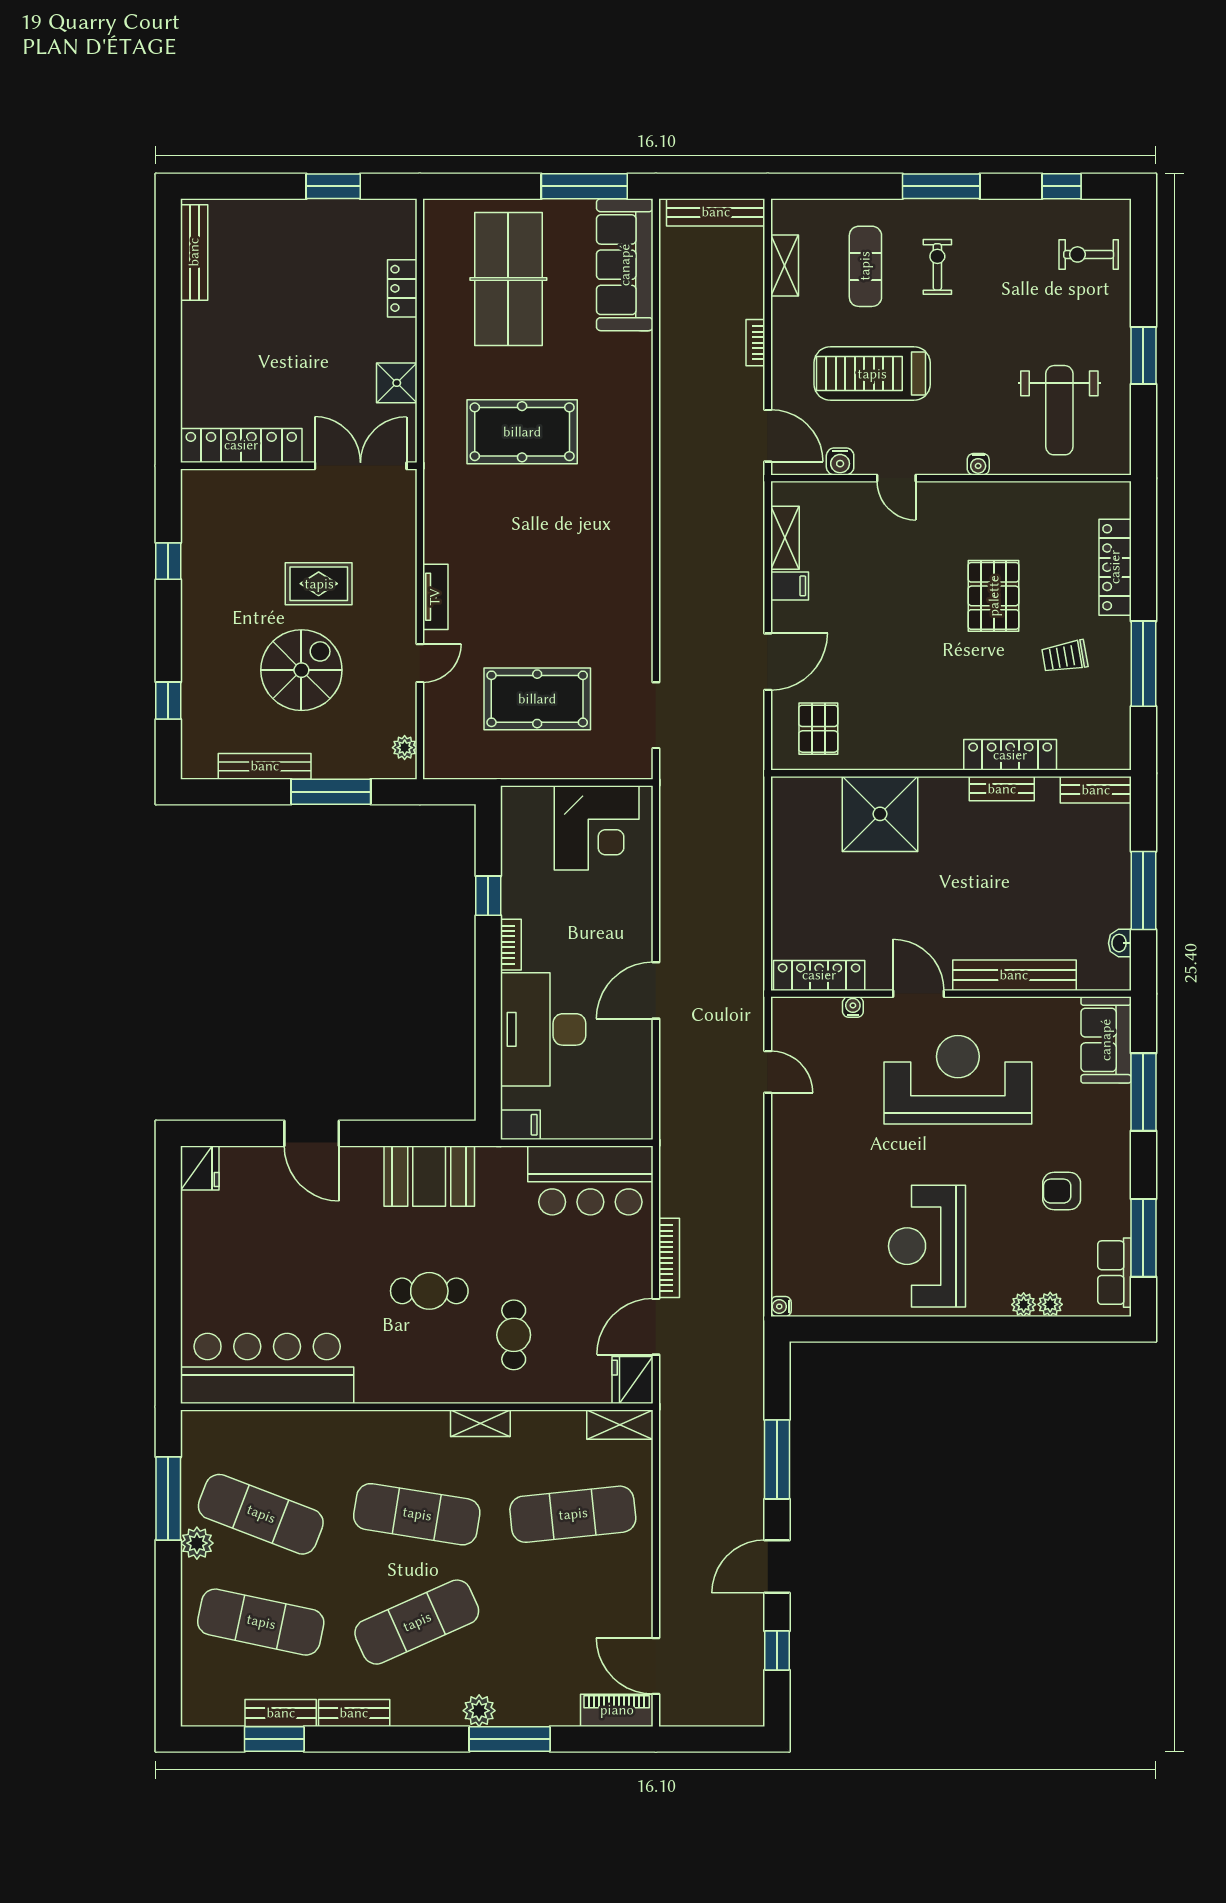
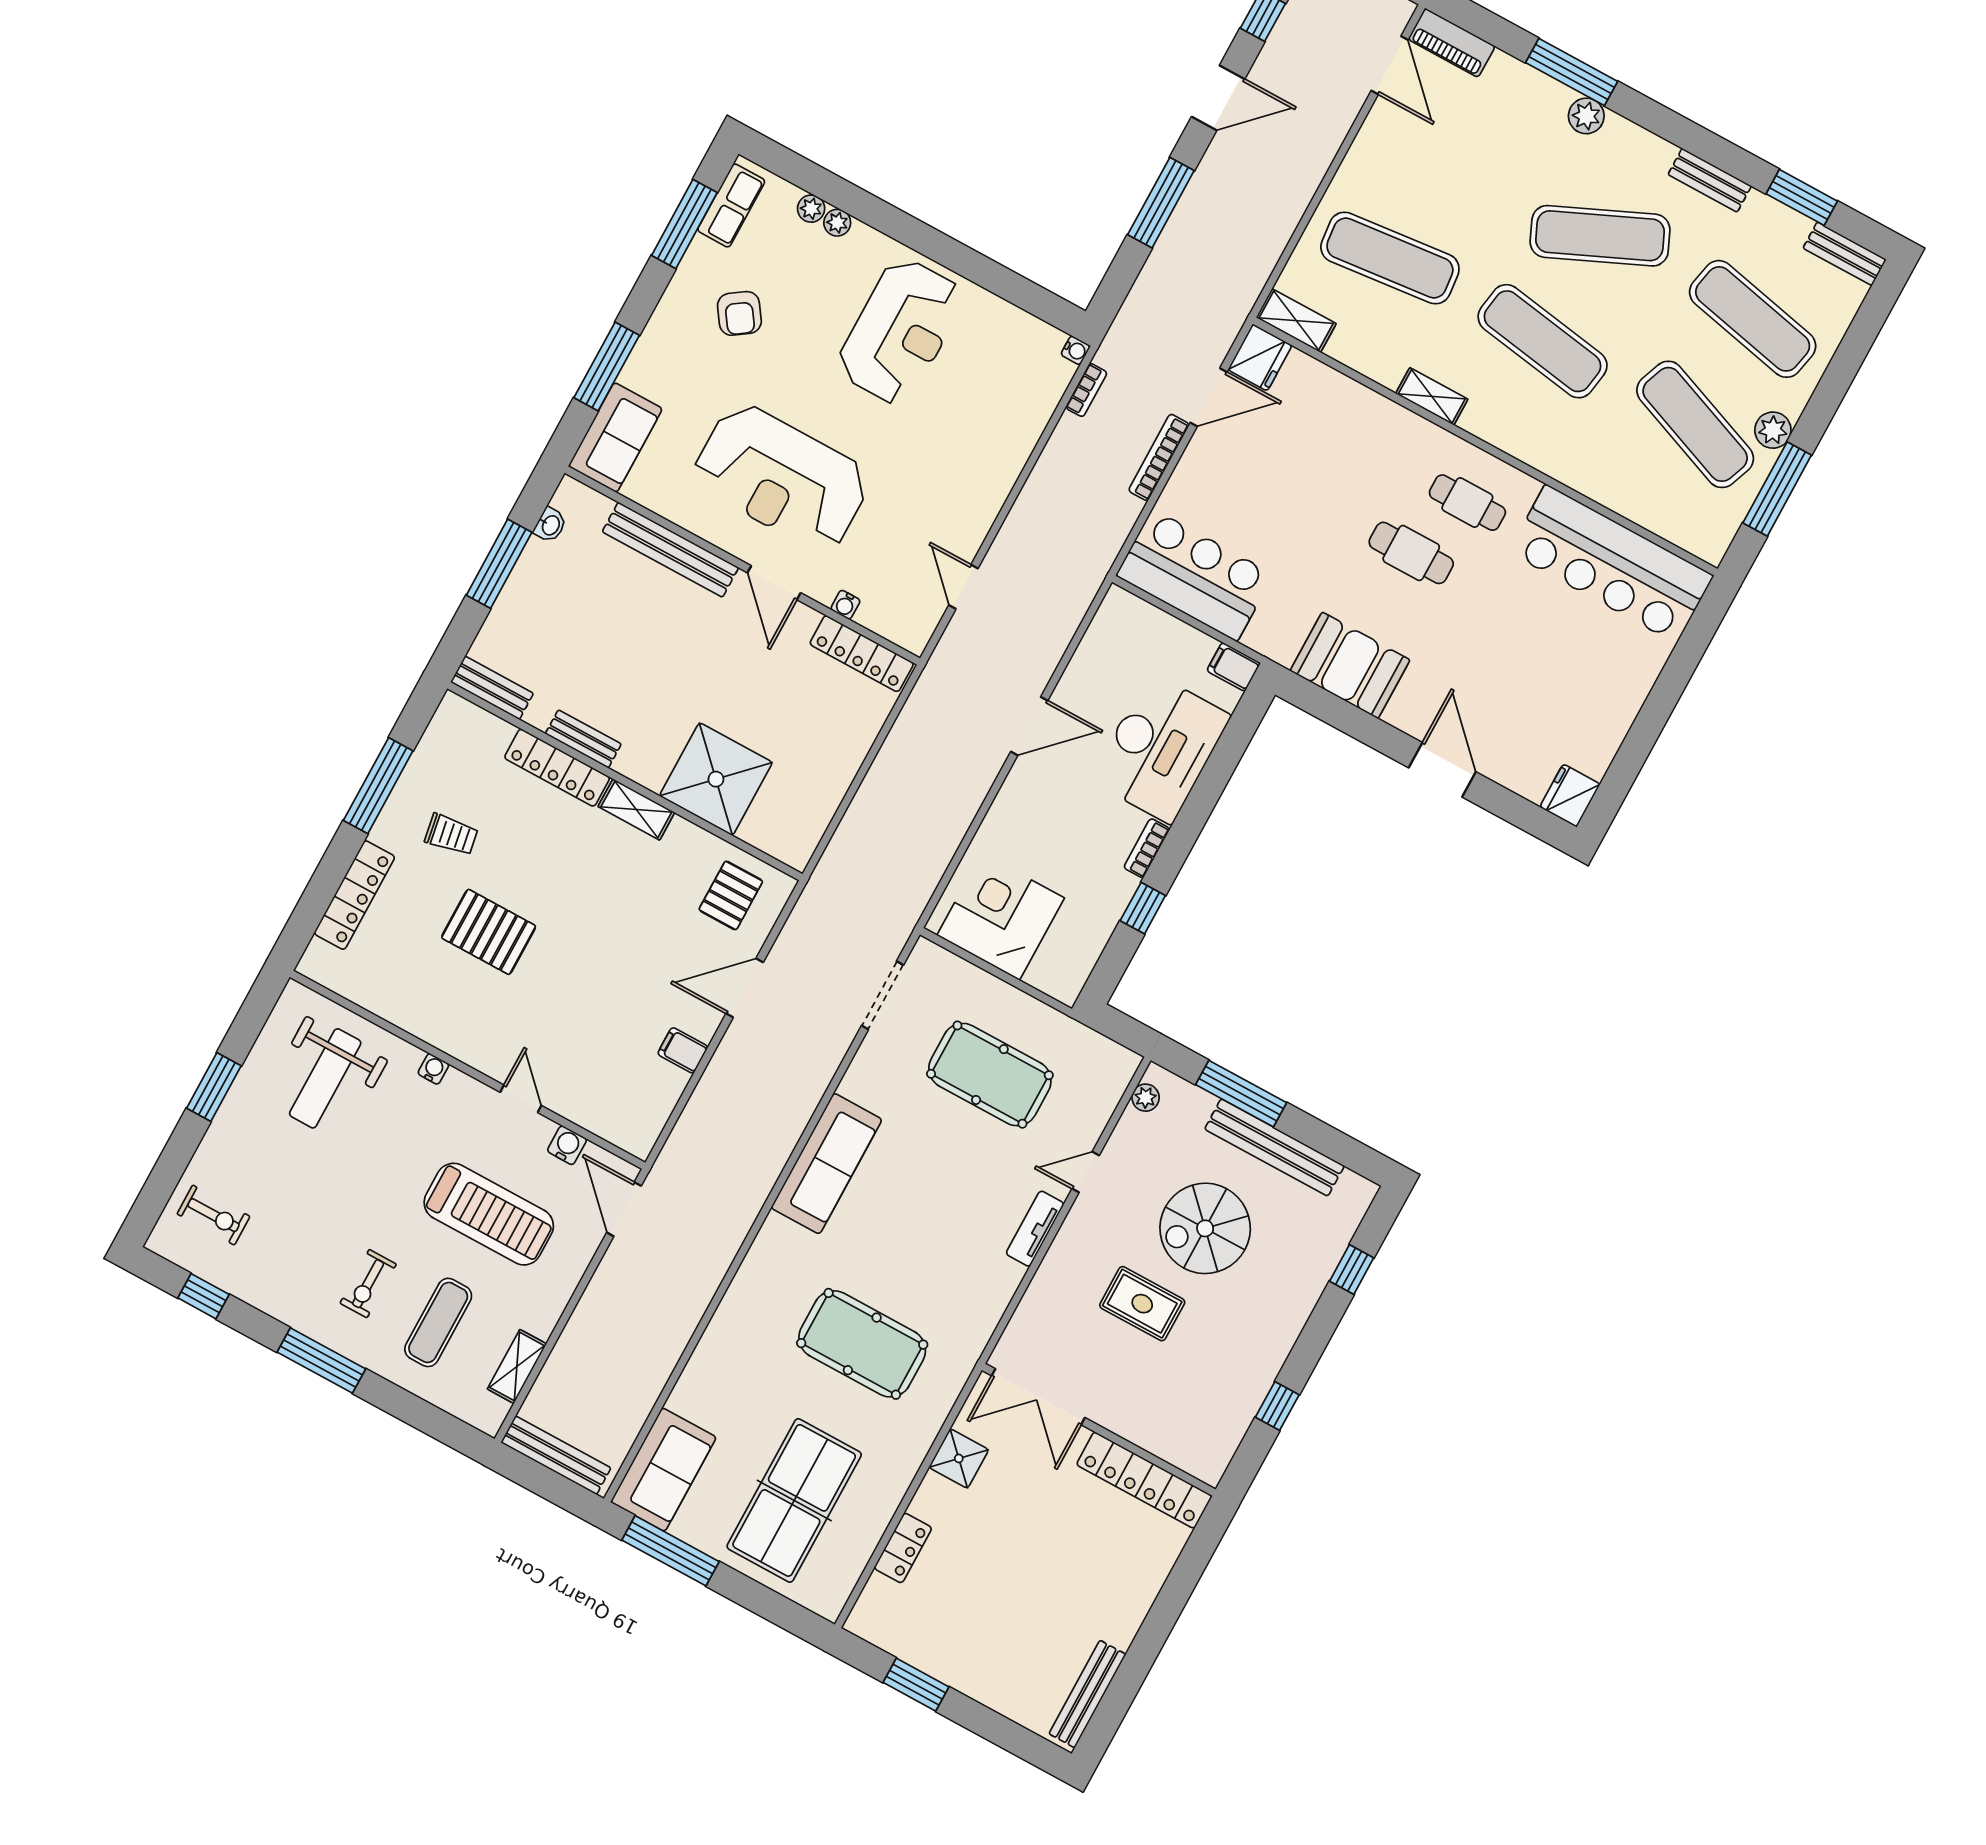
sofa: (625, 265) -> (663, 1470), width x0.73
bookcase: (755, 343) -> (1086, 390), moved
weight bench: (1059, 410) -> (325, 1078), turned 180
shelving: (785, 538) -> (636, 809), moved, turned 90
sofa: (628, 558) -> (826, 1164), added
pallet: (994, 596) -> (489, 932), turned 90
bench: (265, 766) -> (1274, 1147), width x1.37, depth x1.21
armchair: (1062, 1191) -> (739, 313), turned 55
cafe table: (514, 1335) -> (1467, 503), moved, turned 90
bench: (281, 1713) -> (1845, 254), moved

